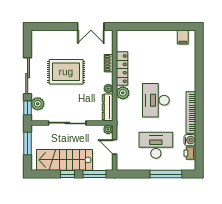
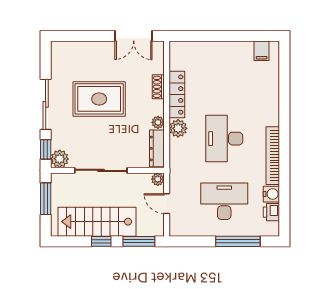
plant: (38, 104) -> (60, 159), moved

